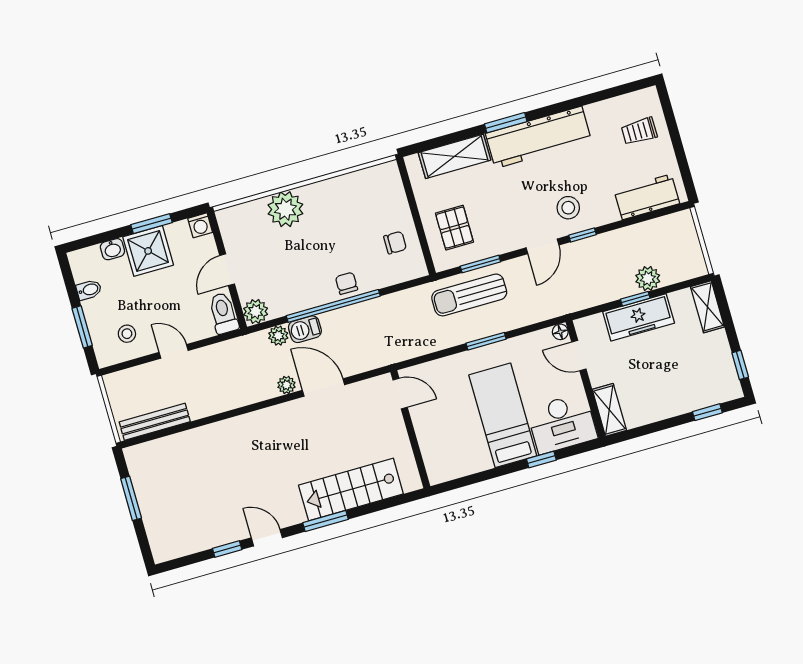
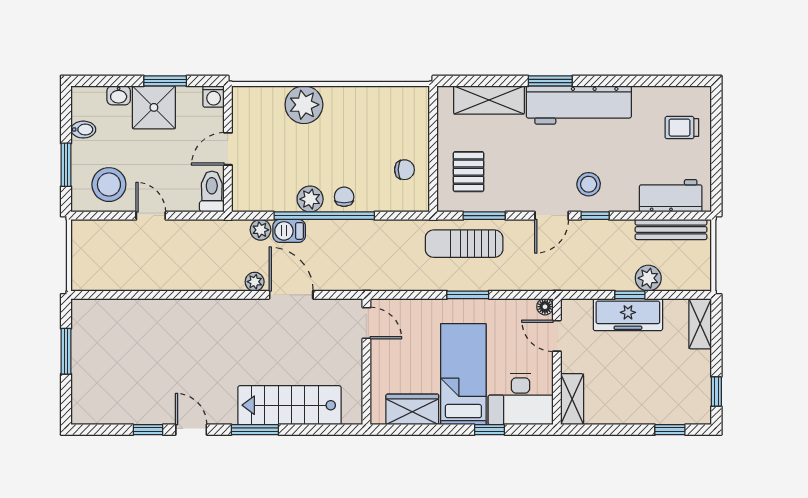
plant: (256, 311) -> (310, 199), moved
stool: (127, 334) -> (109, 185), width x1.89, depth x1.89
bench: (155, 422) -> (671, 229), moved
wardrobe: (465, 461) -> (412, 409), added

